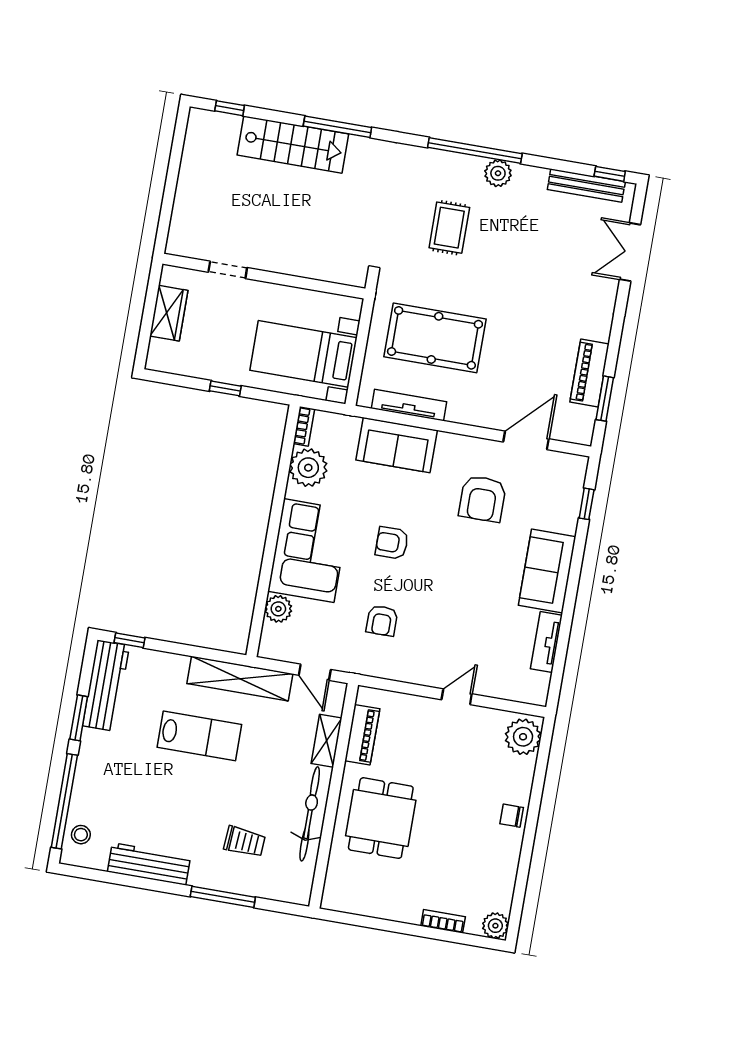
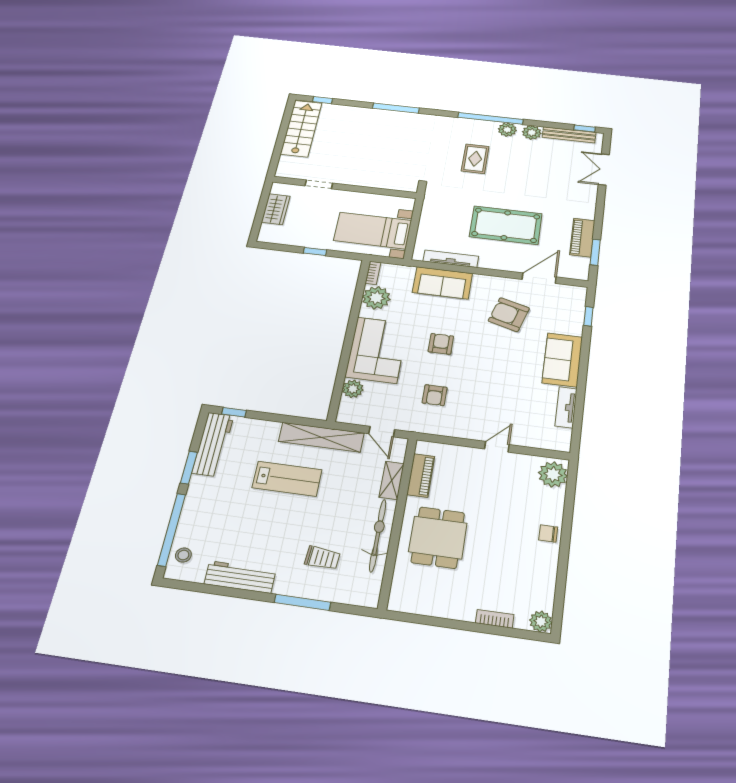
stairs: (293, 145) -> (301, 128), moved, turned -90
plant: (533, 180) -> (532, 133), added
pool table: (435, 338) -> (506, 225), moved
armchair: (482, 499) -> (509, 315), turned 106
armchair: (392, 543) -> (441, 344), turned 90

